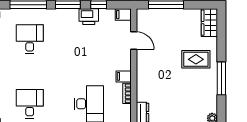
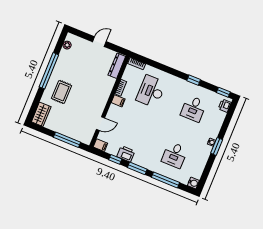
door: (134, 40) -> (100, 124), swing flipped
rug: (196, 59) -> (62, 92), turned 90
window: (221, 78) -> (49, 71), width x1.46

